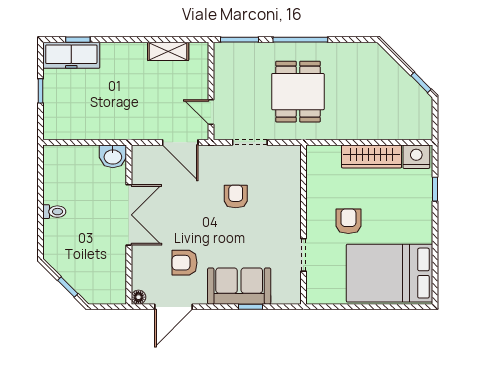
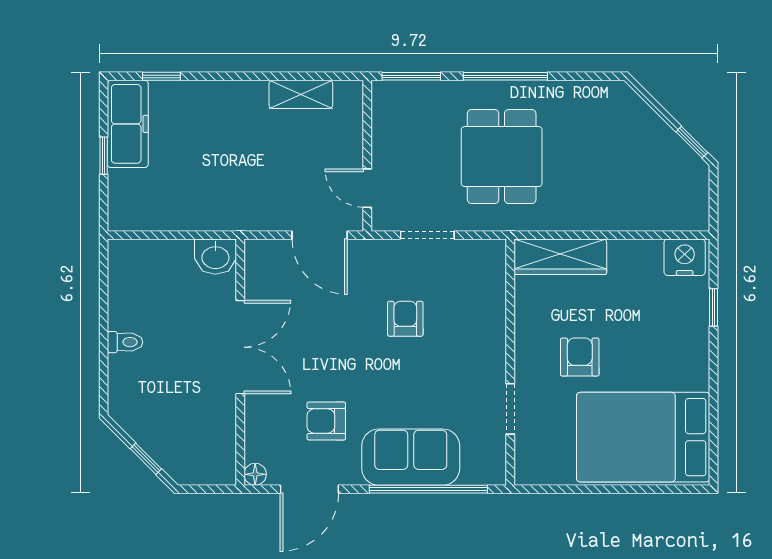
freezer: (71, 55) -> (128, 124), moved, turned -90
wardrobe: (372, 156) -> (560, 257), moved
window: (251, 307) -> (428, 489), width x3.17

